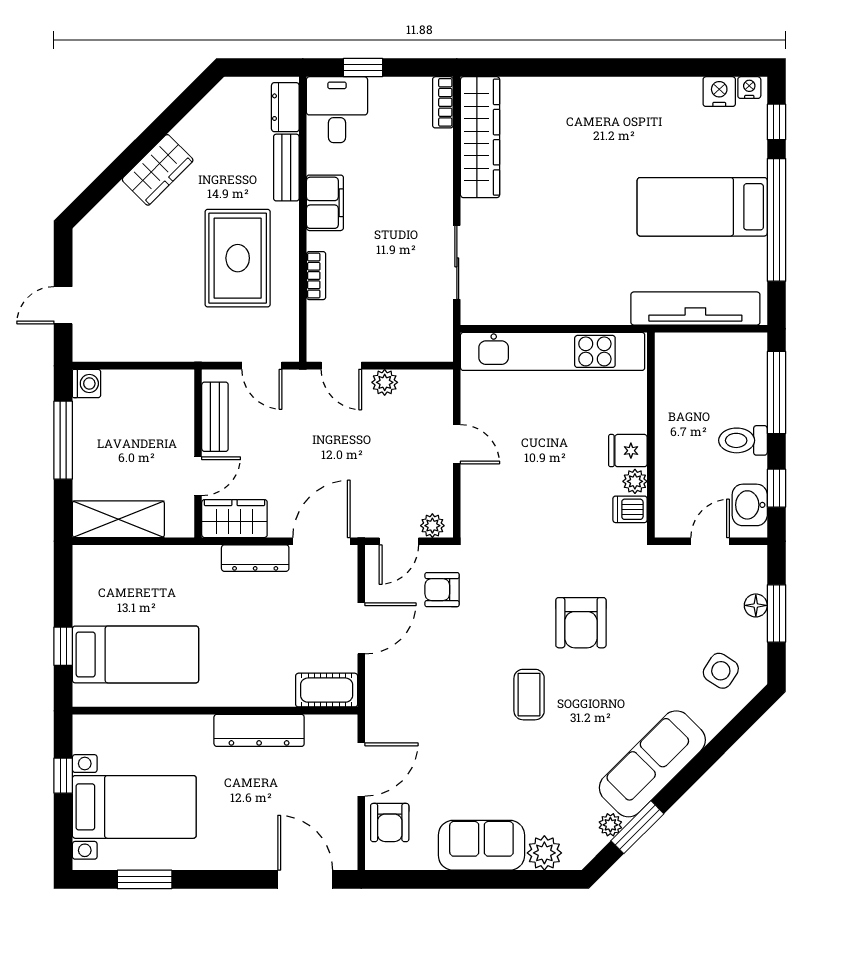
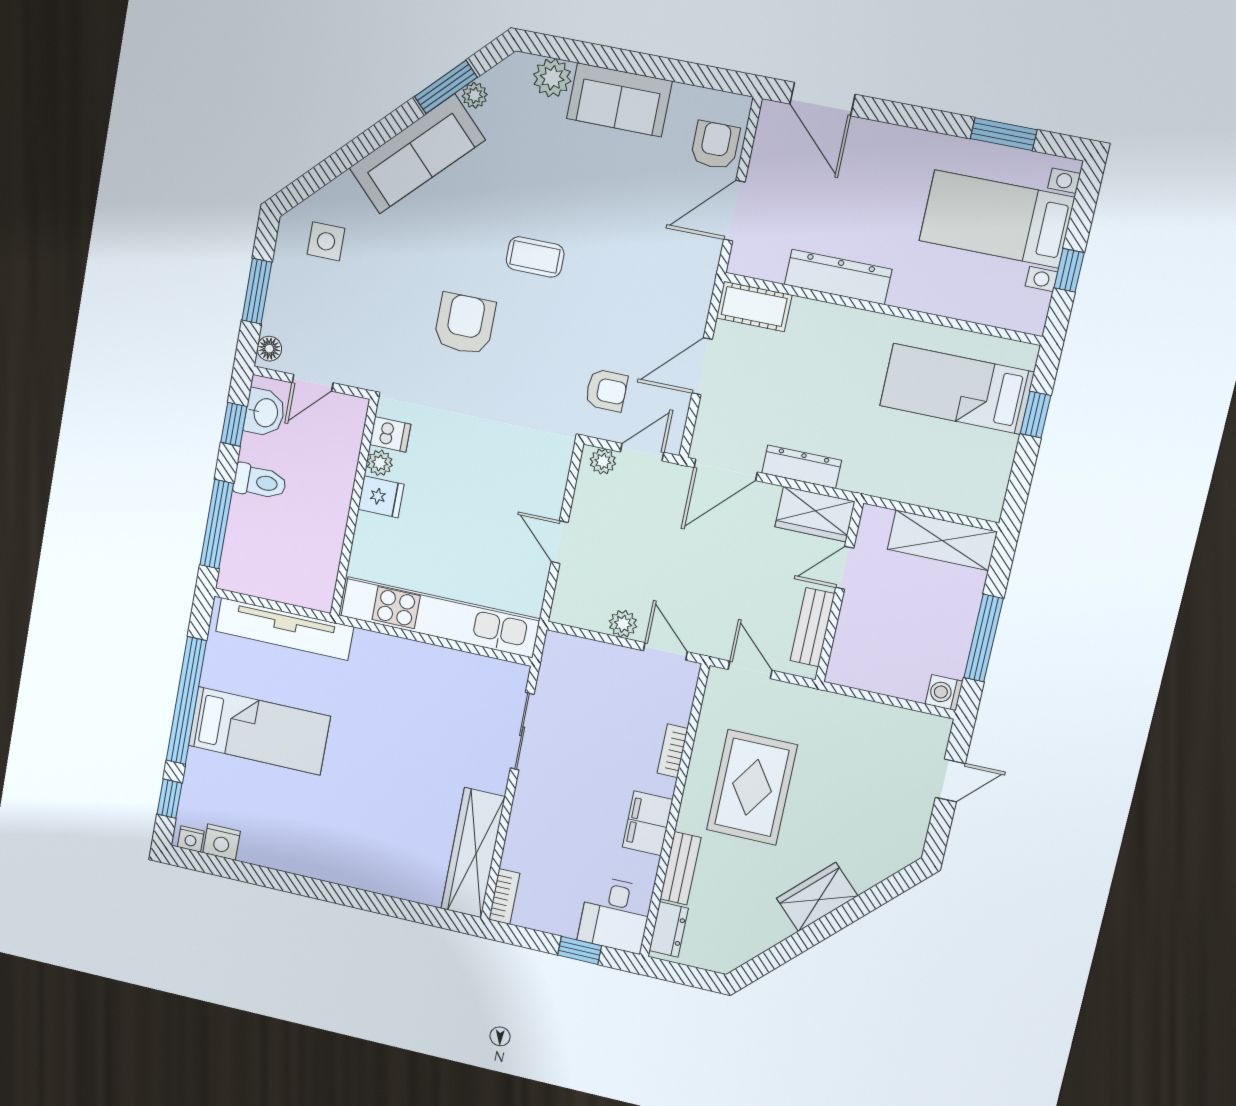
floor lamp: (756, 605) -> (269, 349), moved
side table: (721, 671) -> (326, 241), turned -33
coffee table: (529, 695) -> (535, 257), turned 90

